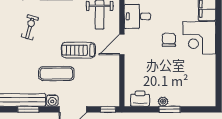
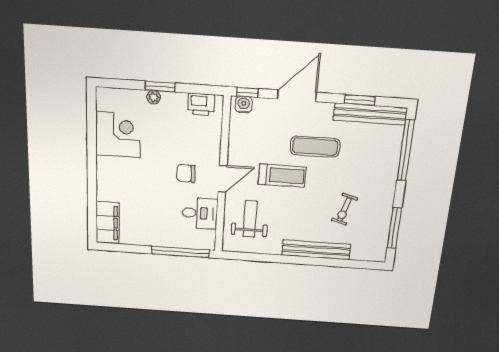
corner desk: (199, 38) -> (118, 135), moved
chair: (169, 40) -> (186, 173), moved, turned 90
water cooler: (52, 100) -> (244, 105), moved
plant: (163, 101) -> (154, 97), moved

